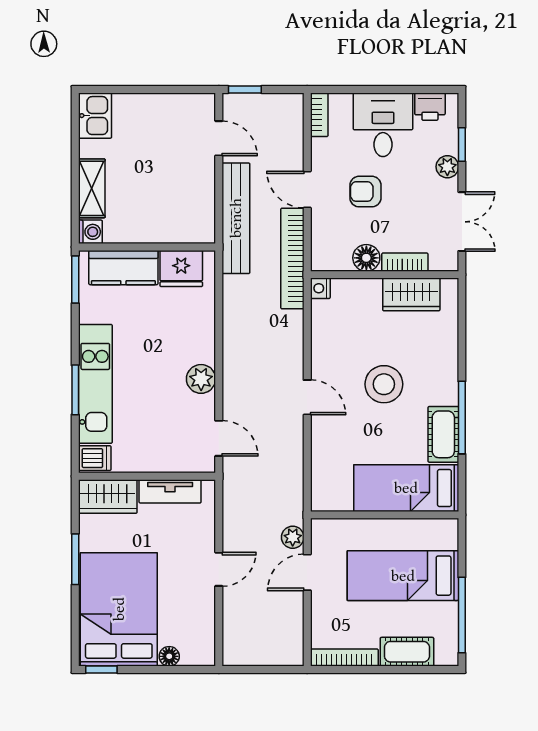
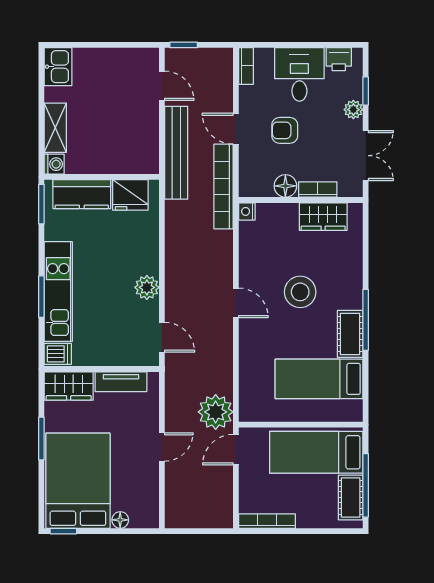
wall: (385, 515) -> (301, 425), moved
plant: (293, 537) -> (216, 412), width x1.88, depth x1.88
cot: (407, 652) -> (351, 497), moved, turned 90

